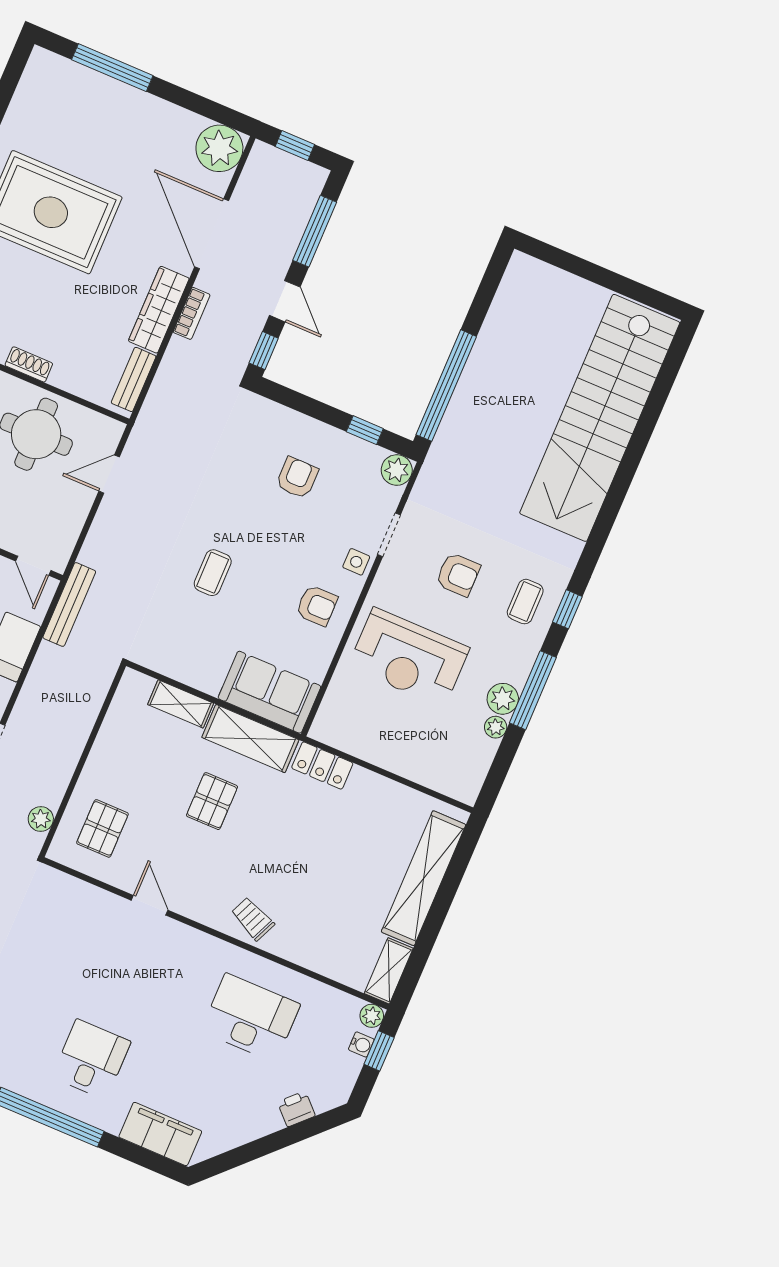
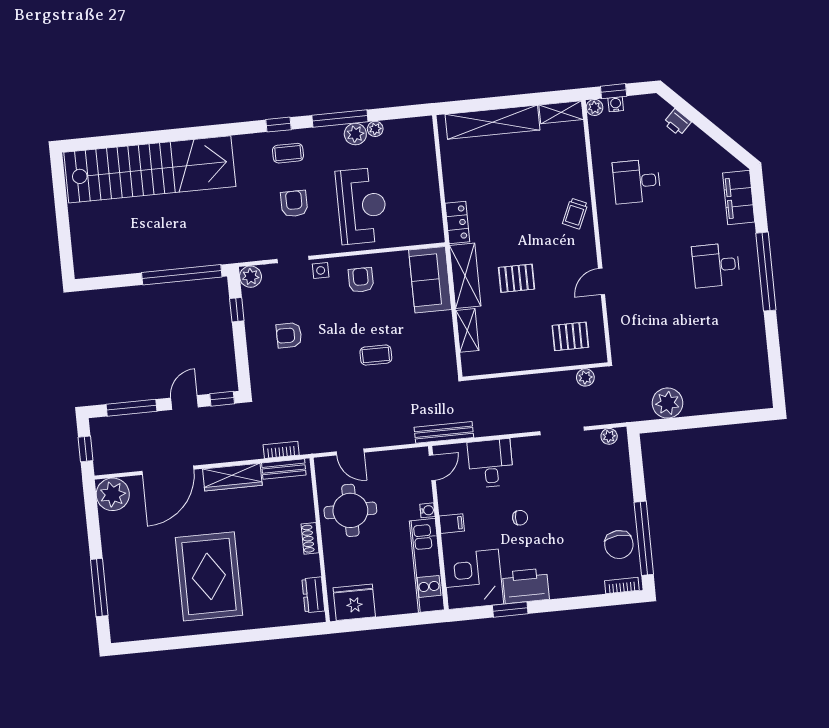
bookcase: (192, 313) -> (281, 450), moved
desk: (251, 1018) -> (637, 181), width x0.73

